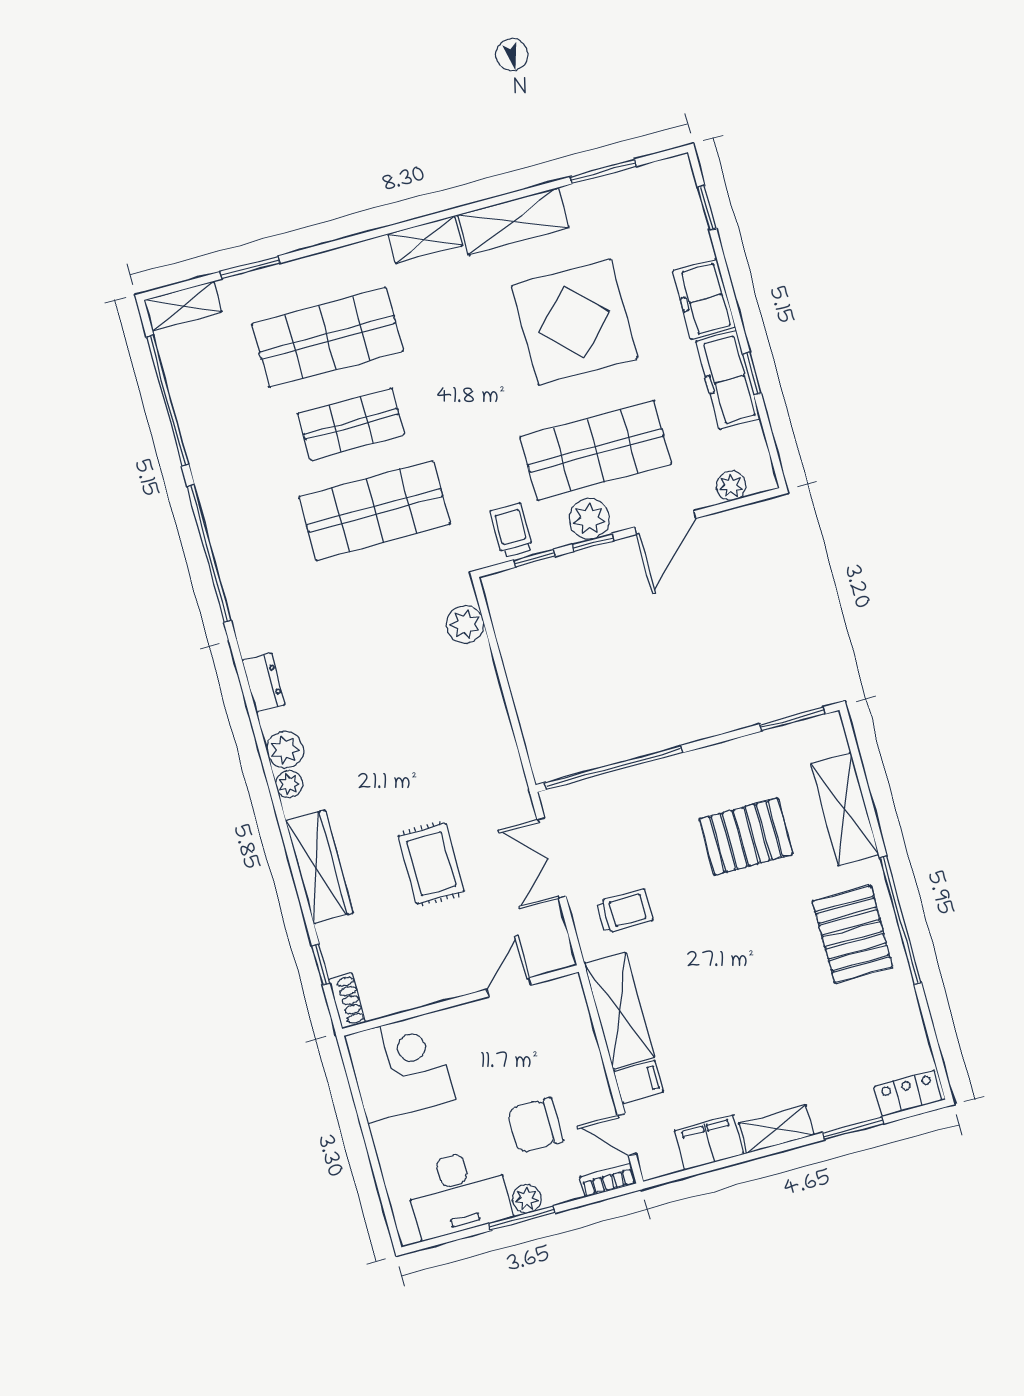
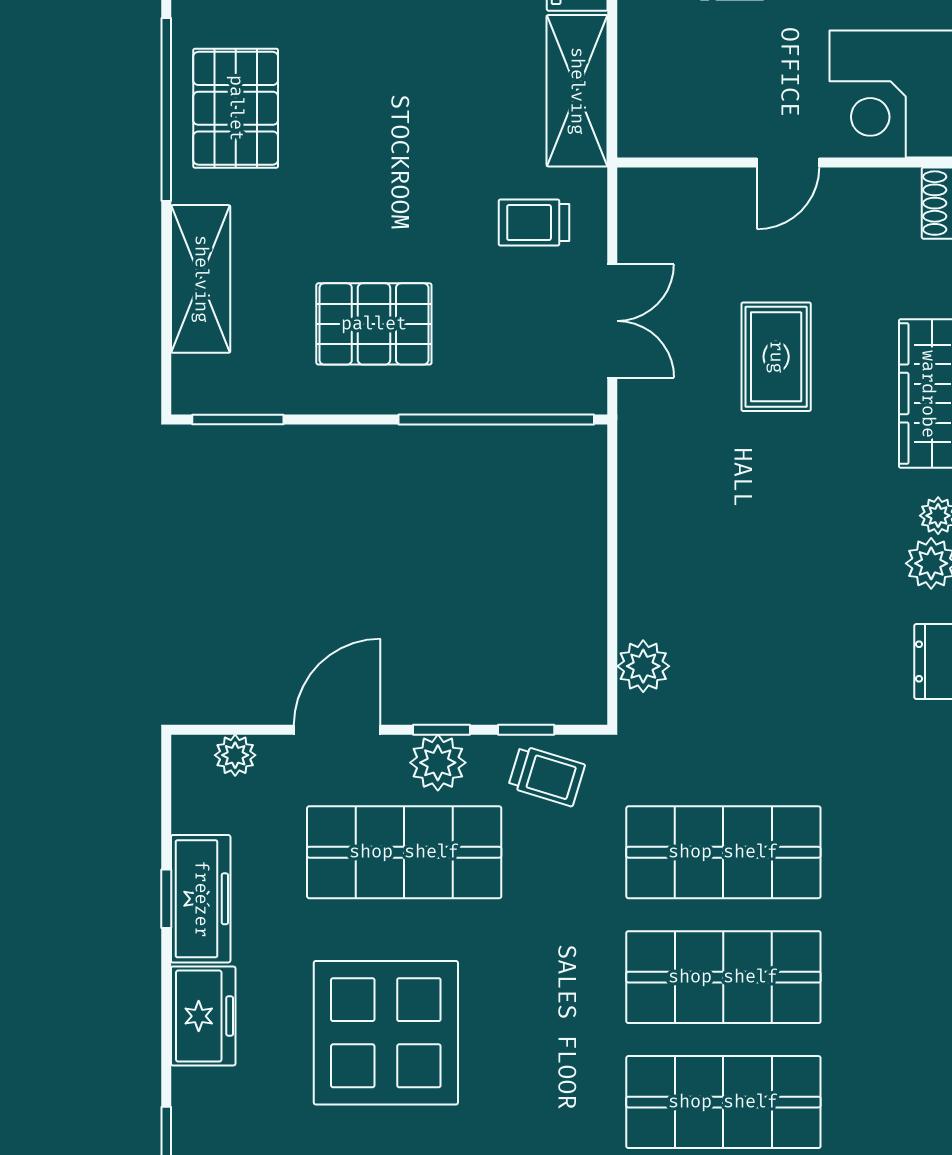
shop shelf: (351, 424) -> (723, 977), width x1.43, depth x1.36
trolley: (511, 530) -> (547, 776), turned -73
pallet: (746, 837) -> (374, 324), moved
door: (509, 987) -> (788, 162), moved

